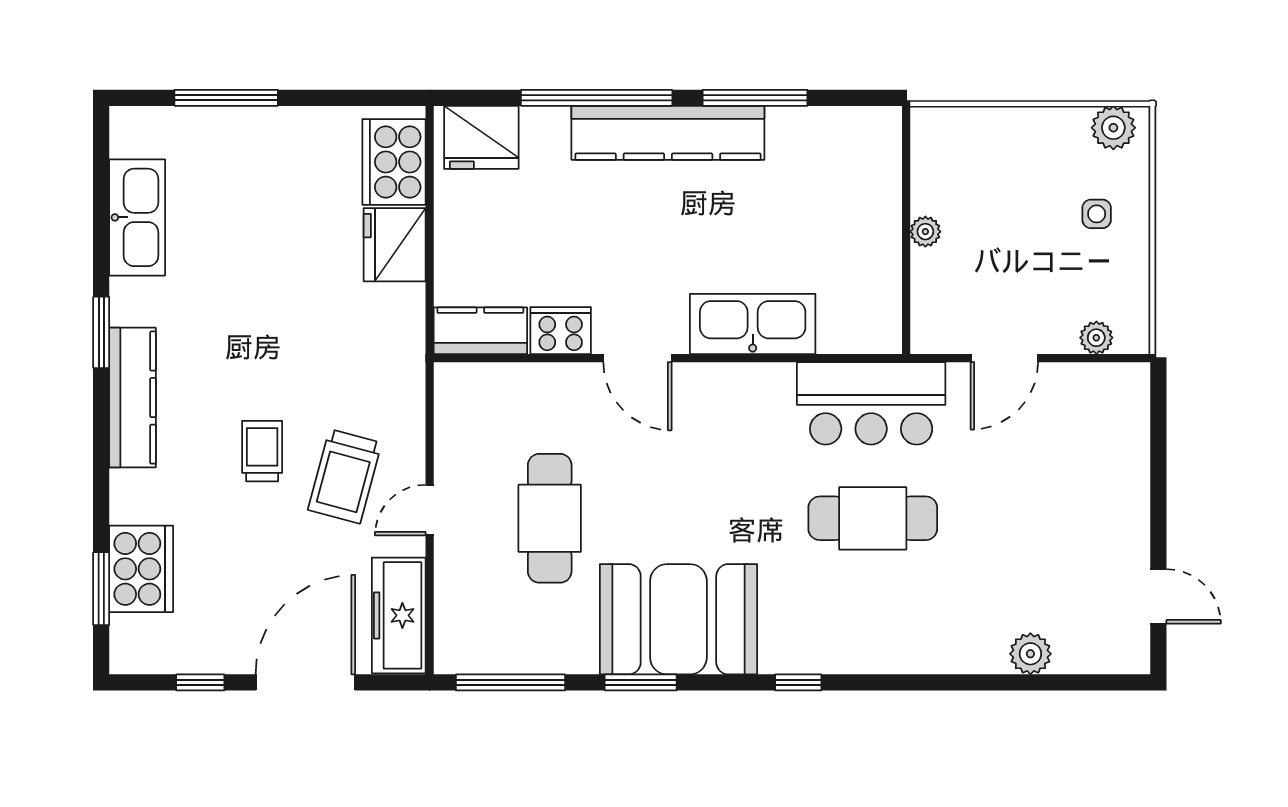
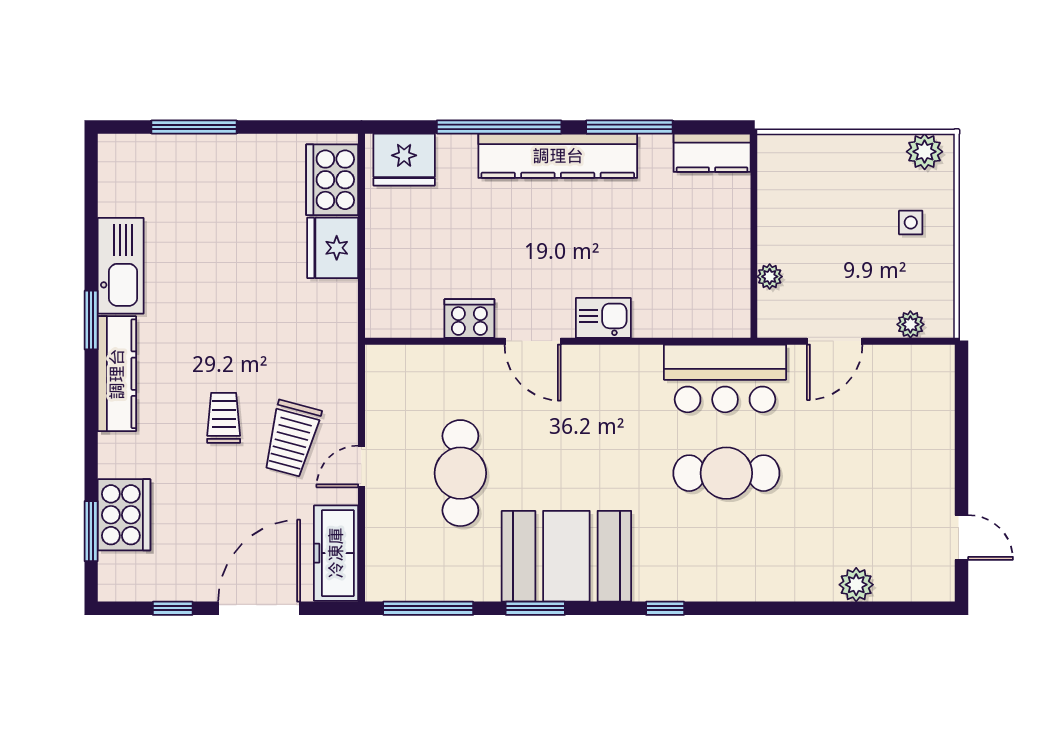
kitchen sink: (137, 217) -> (121, 266), moved
plant: (925, 232) -> (770, 277), moved
kitchen sink: (753, 324) -> (603, 318), width x0.53, depth x0.81
kitchen counter: (480, 331) -> (712, 153), moved, turned 180

